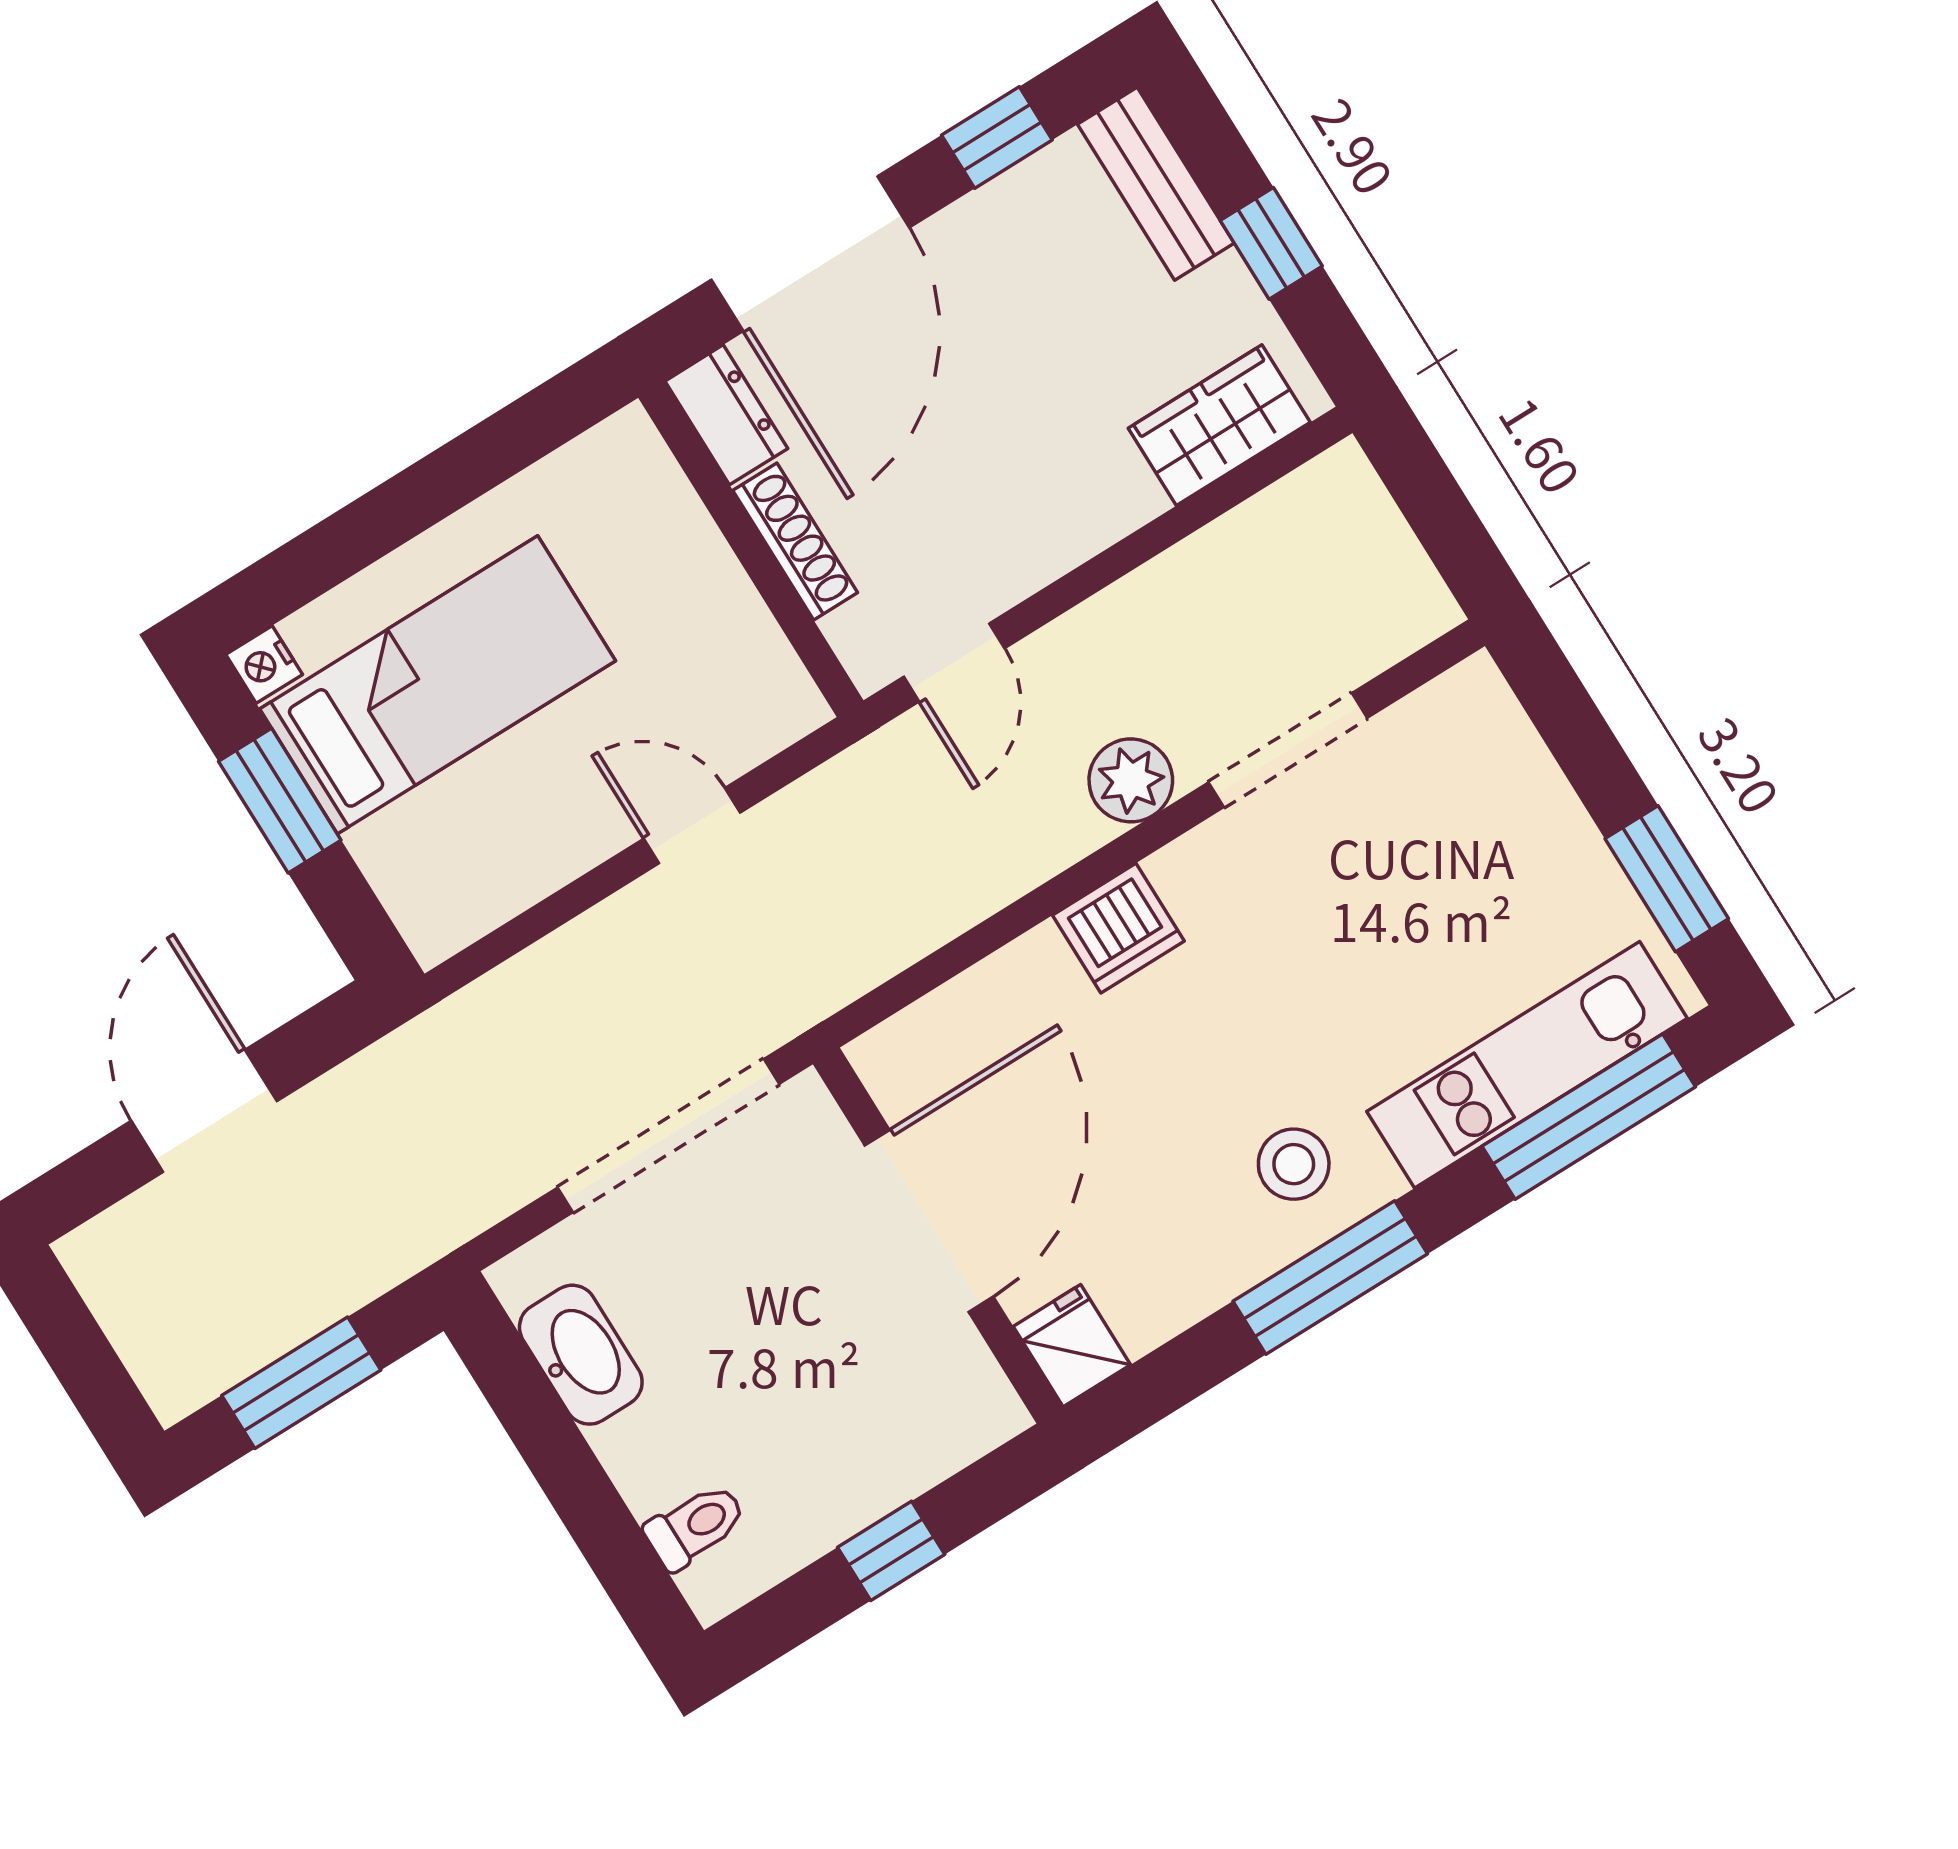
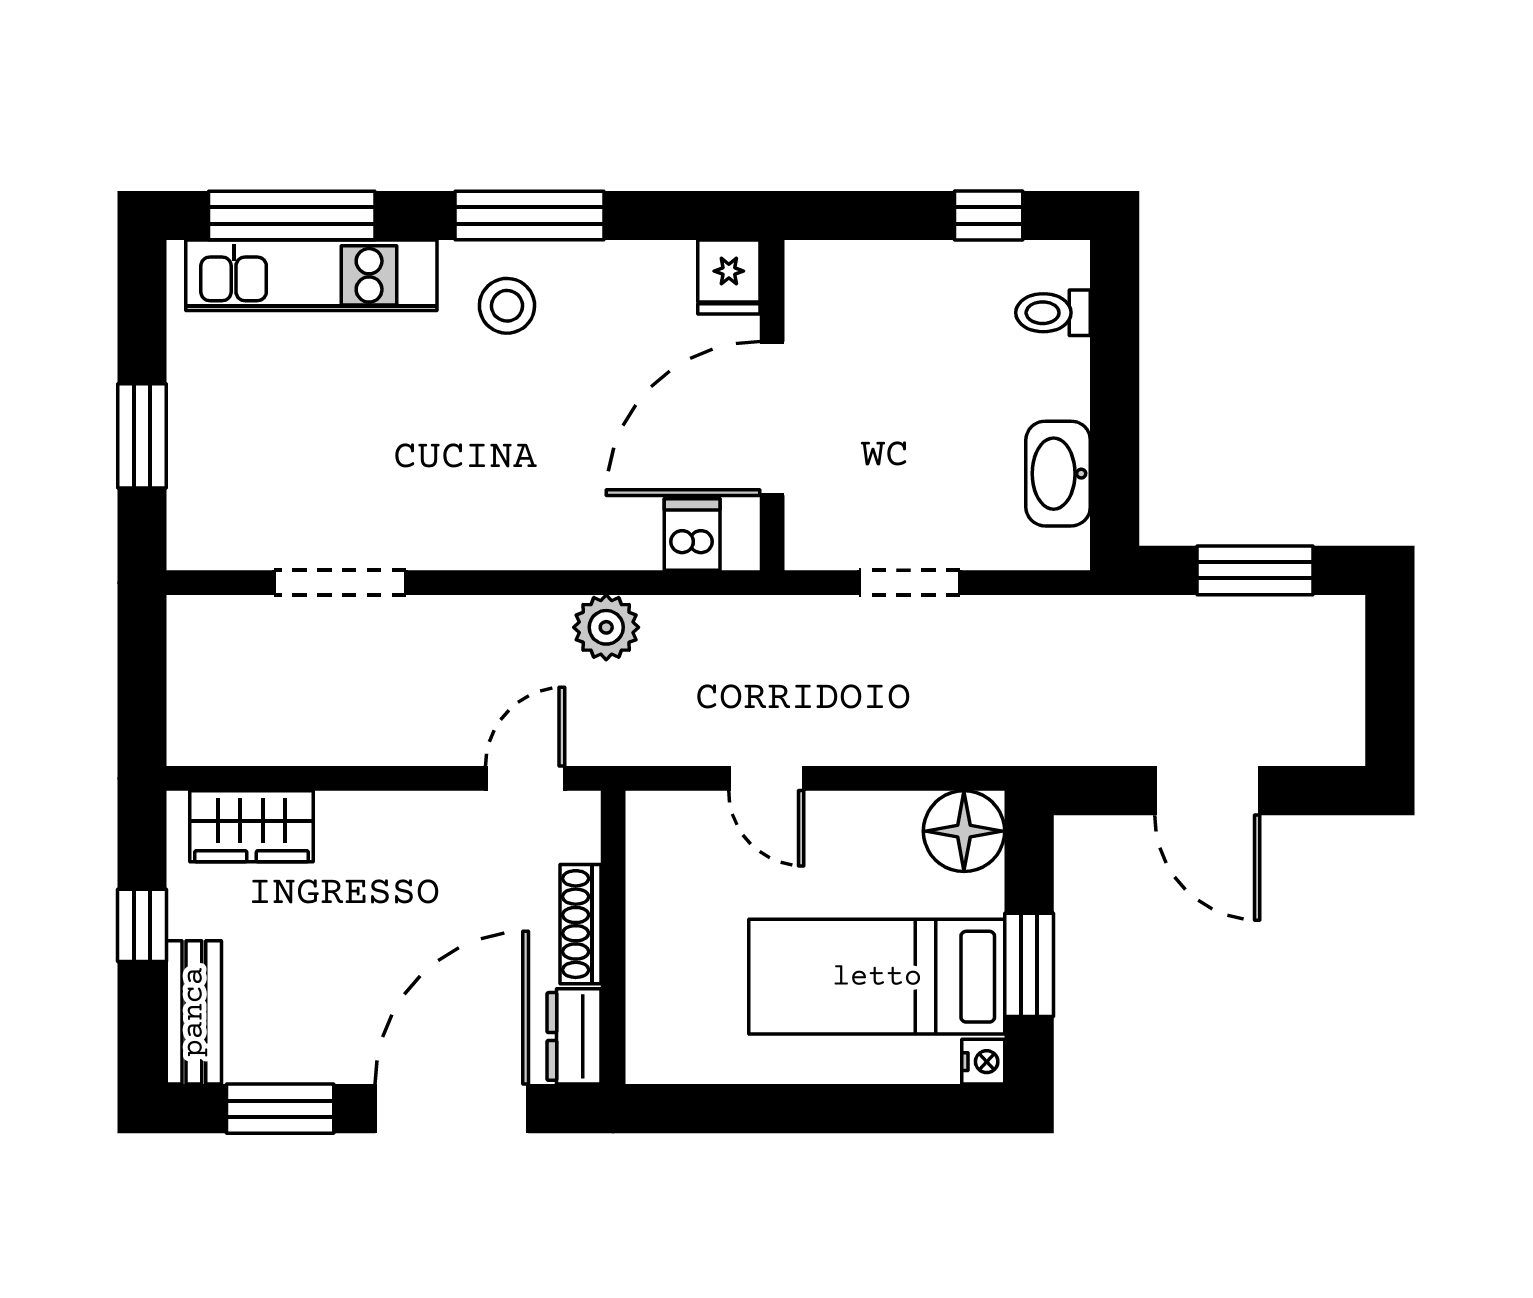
window: (997, 137) -> (280, 1109), width x1.50
plant: (1131, 780) -> (606, 627), moved
window: (1667, 879) -> (142, 436), moved
floor lamp: (441, 902) -> (964, 831), added
dishwasher: (1118, 928) -> (692, 534), moved, width x0.73
door: (204, 1111) -> (1207, 791), hinge flipped
doorway: (668, 1136) -> (910, 583), width x0.53
window: (891, 1551) -> (989, 216), moved

